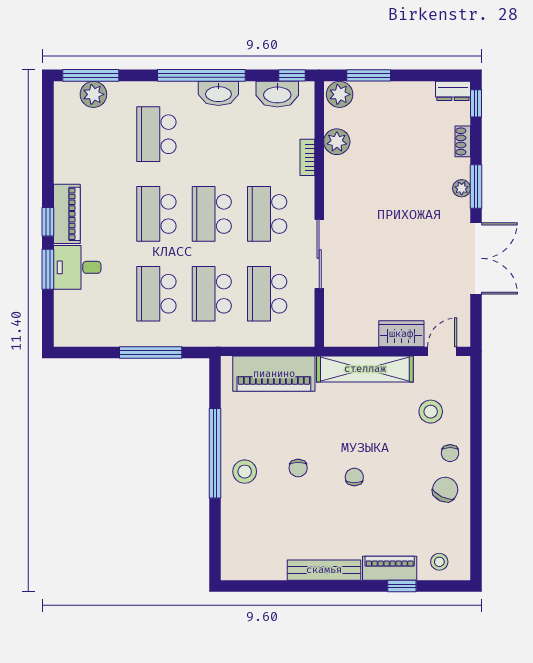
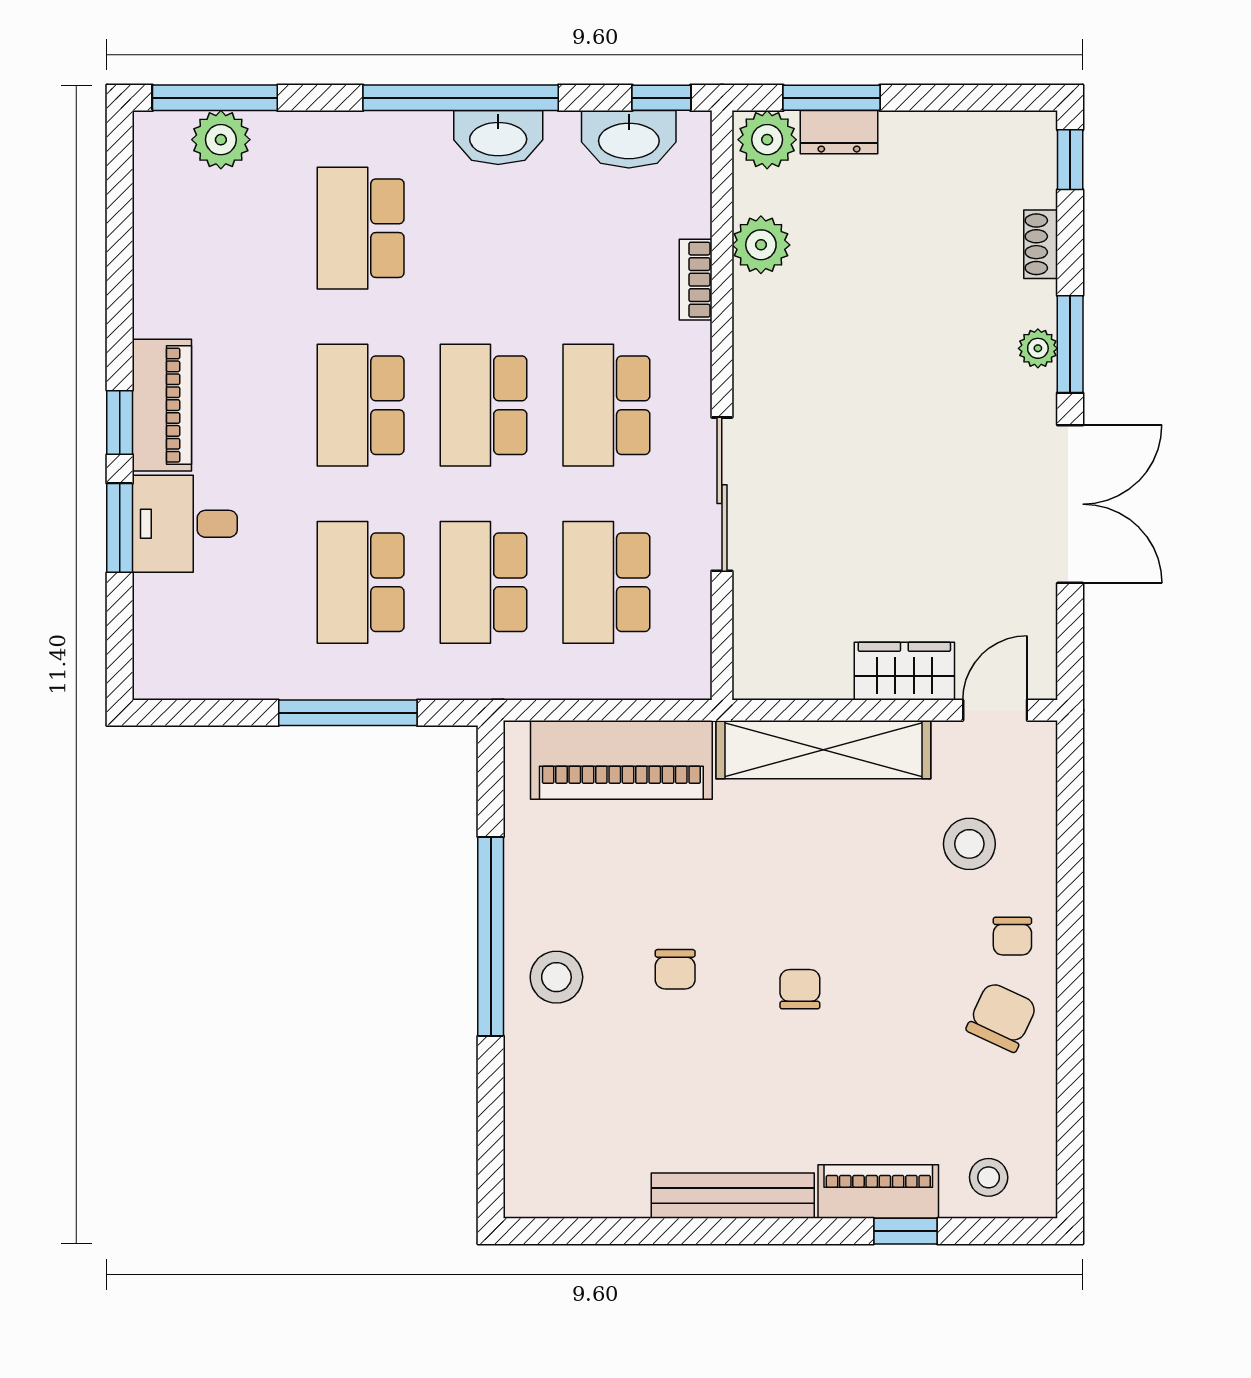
dresser: (453, 91) -> (839, 132), moved

